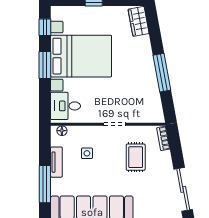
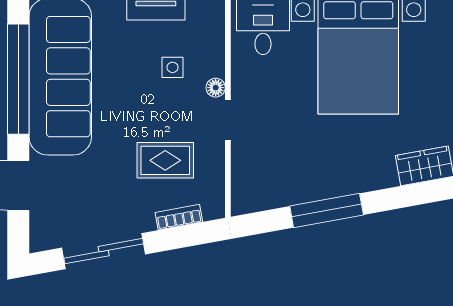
floor lamp: (62, 131) -> (216, 88), moved
bookcase: (163, 138) -> (179, 217), moved

